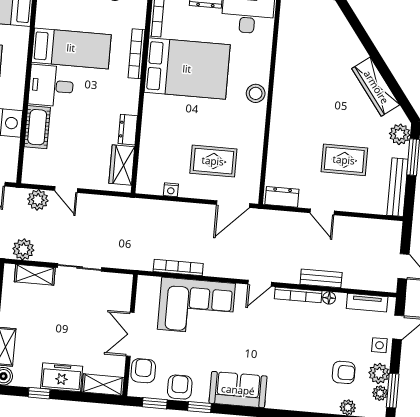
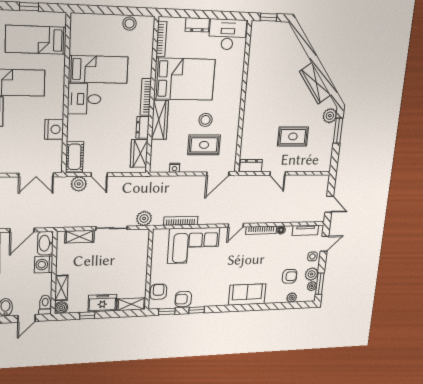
bookcase: (136, 54) -> (146, 97), moved
stool: (256, 93) -> (205, 120), moved
wardrobe: (152, 121) -> (160, 120), added
cot: (37, 127) -> (75, 157), moved
bench: (398, 187) -> (327, 152), removed
plant: (23, 249) -> (144, 218), moved
bench: (321, 278) -> (276, 218), removed
double door: (130, 334) -> (149, 269), removed
armchair: (180, 387) -> (183, 299), turned -90
sofa: (238, 390) -> (247, 295), moved

